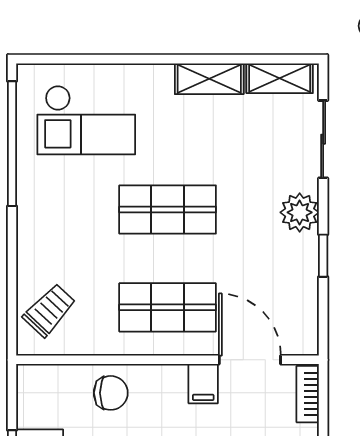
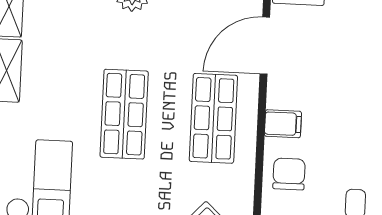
filing cabinet: (203, 384) -> (283, 124), moved

